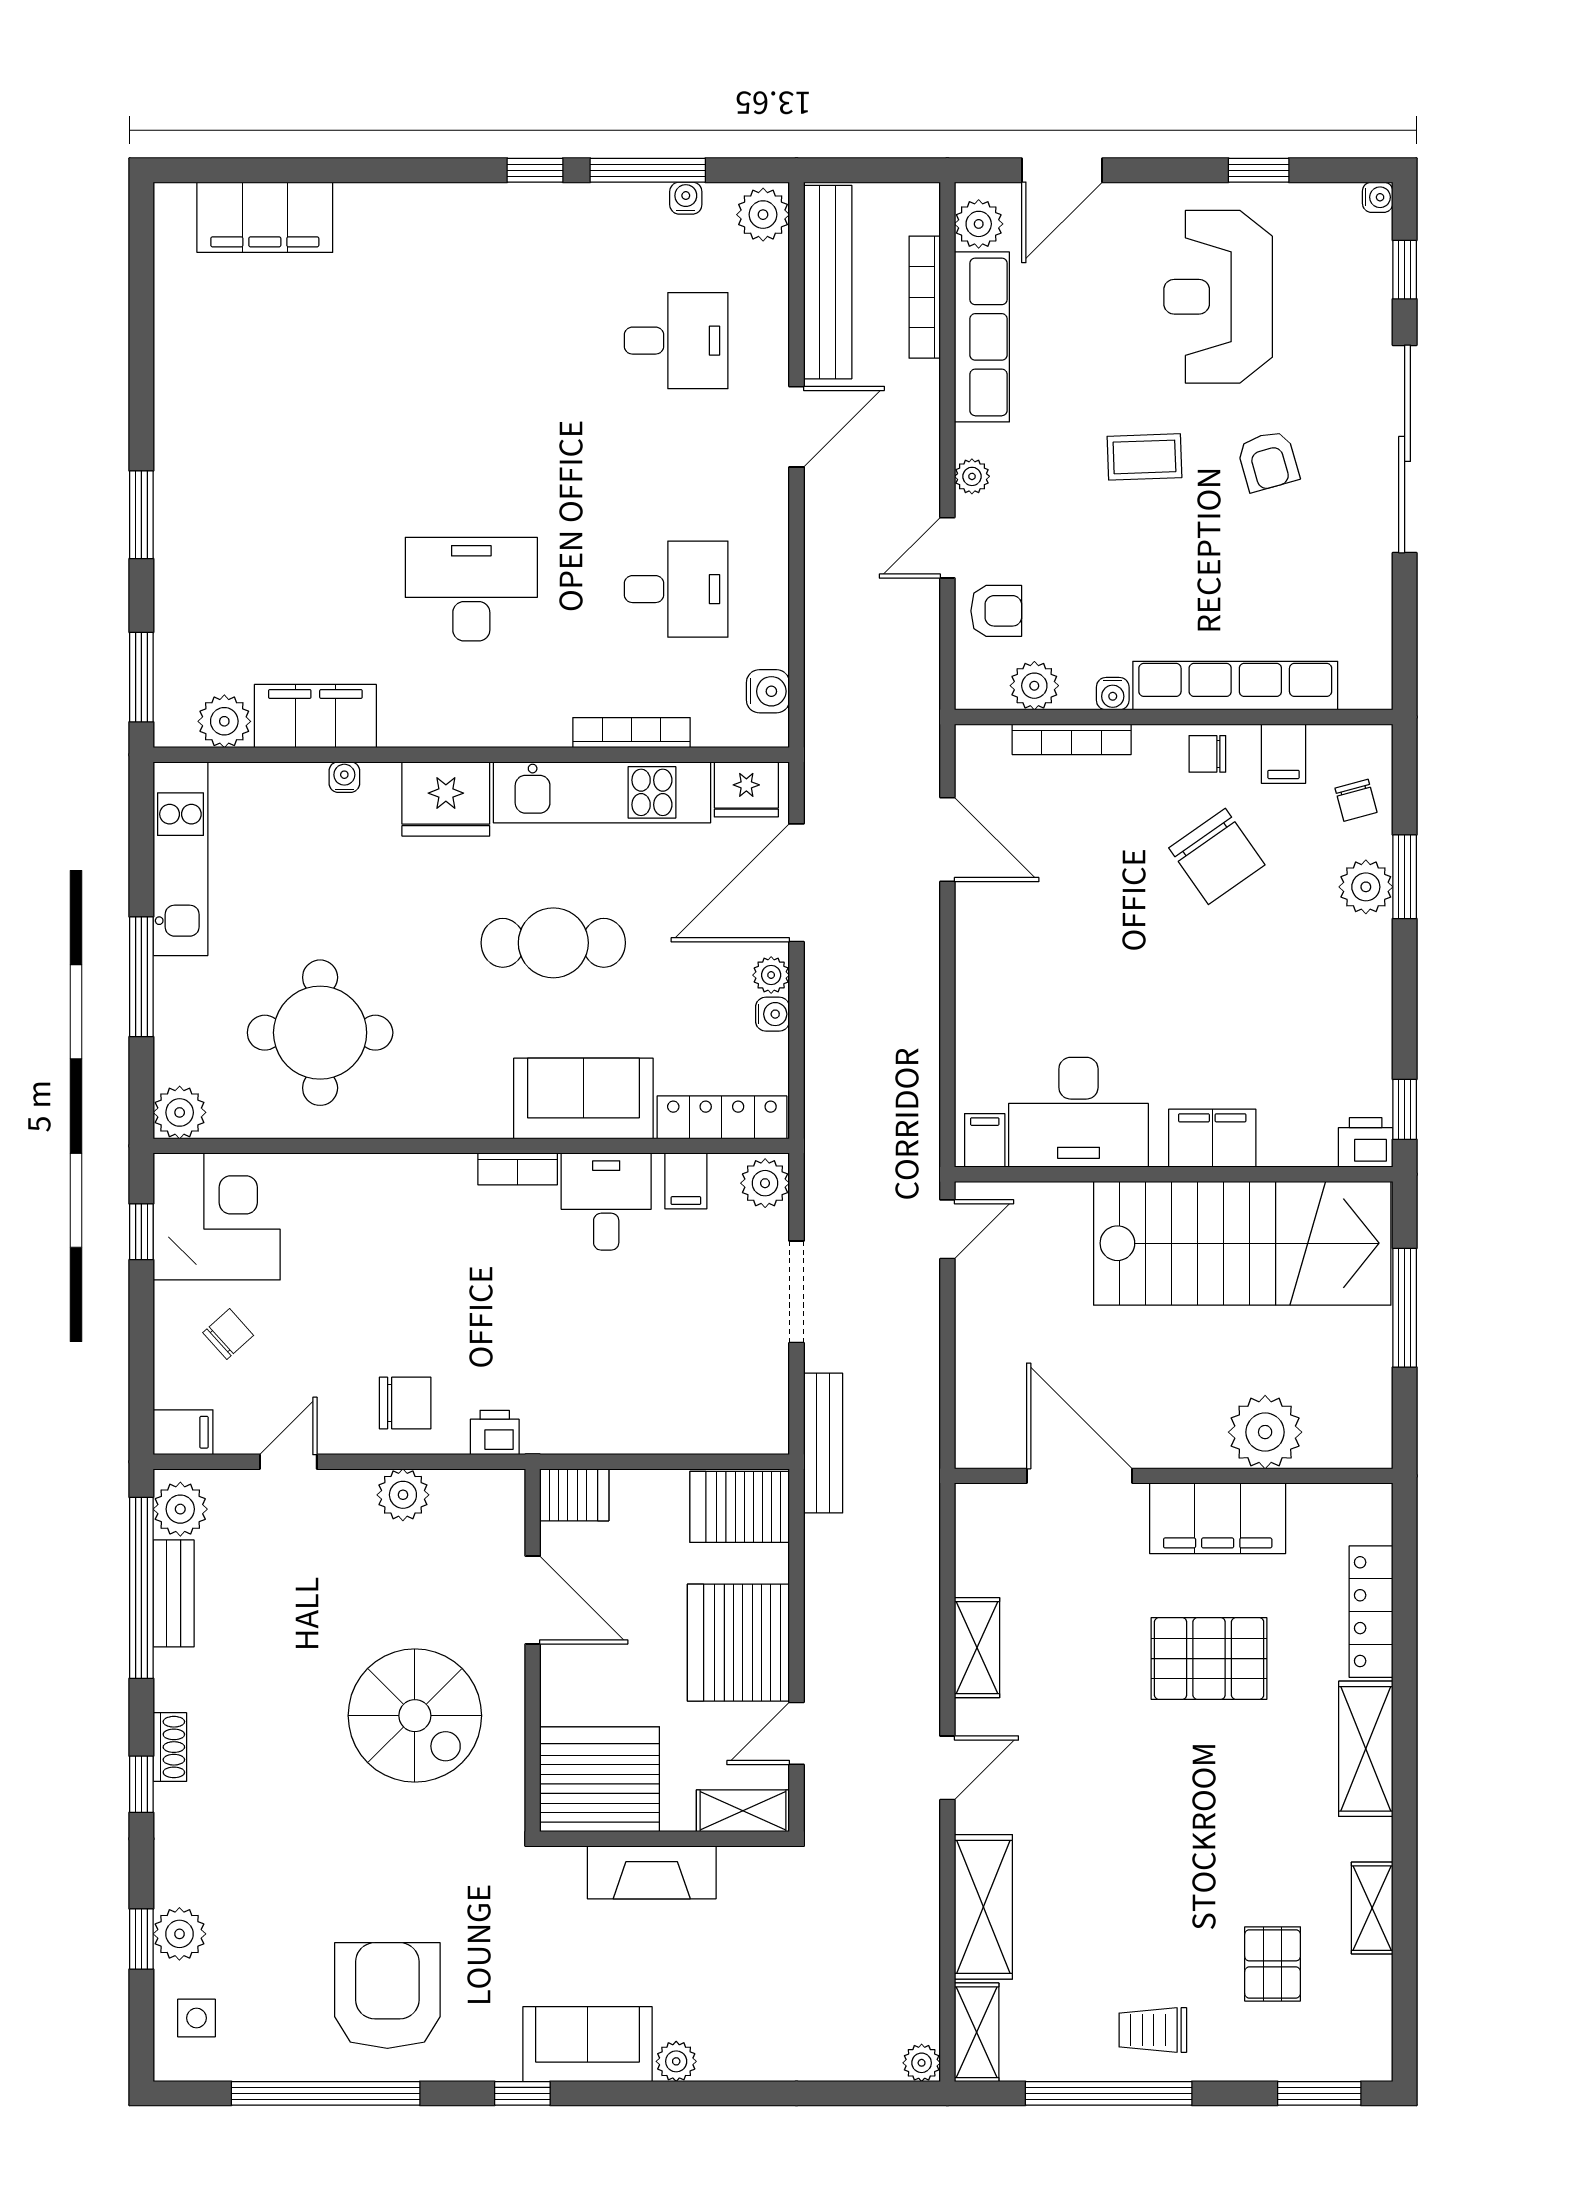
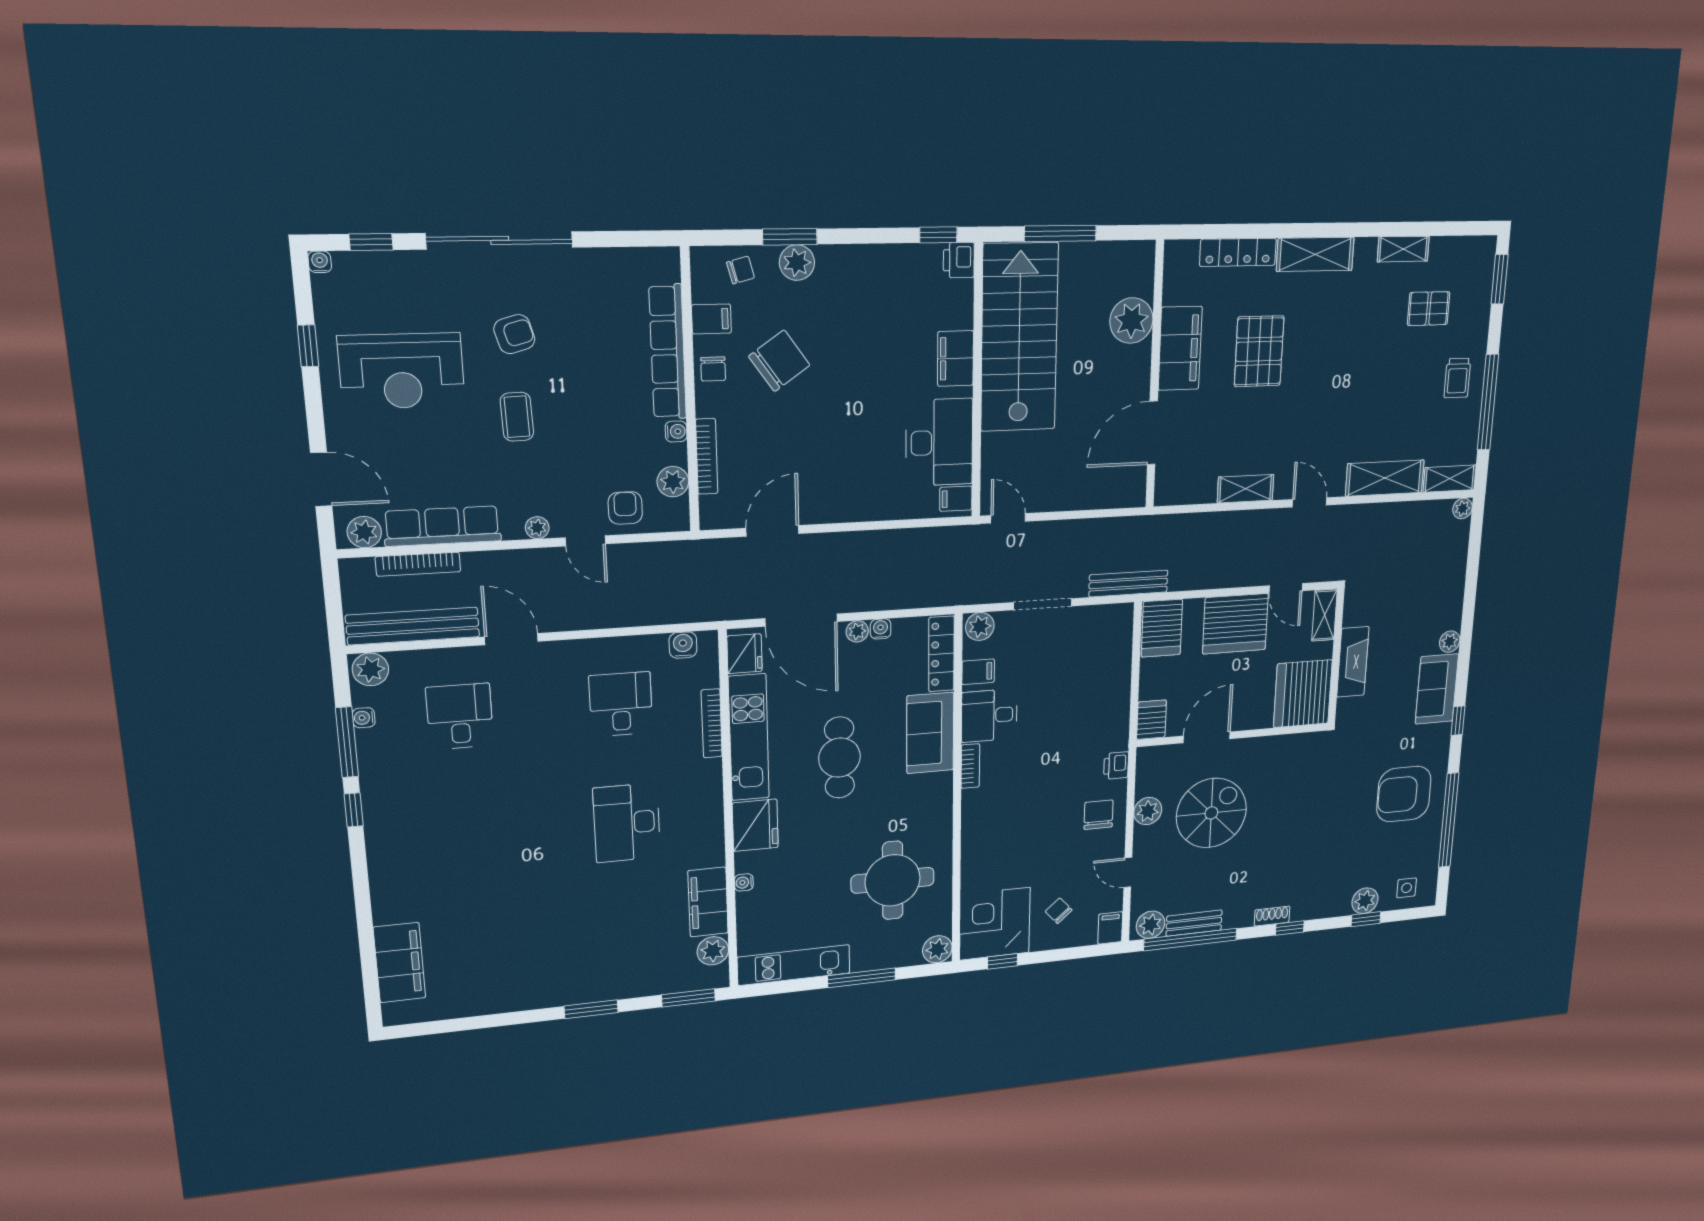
spiral stairs: (415, 1716) -> (1211, 813), moved

